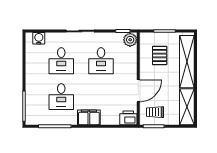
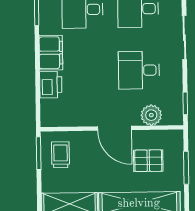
plant: (130, 40) -> (151, 115), moved
door: (138, 91) -> (114, 128), moved
printer: (128, 118) -> (51, 85), moved

